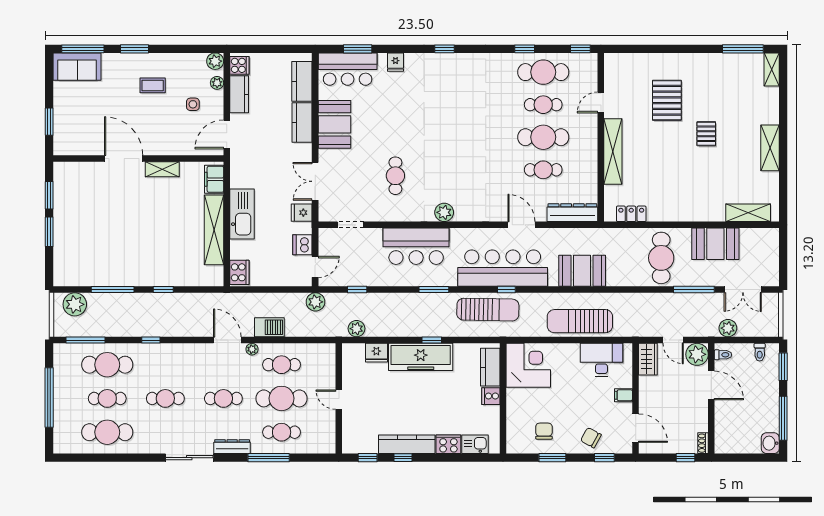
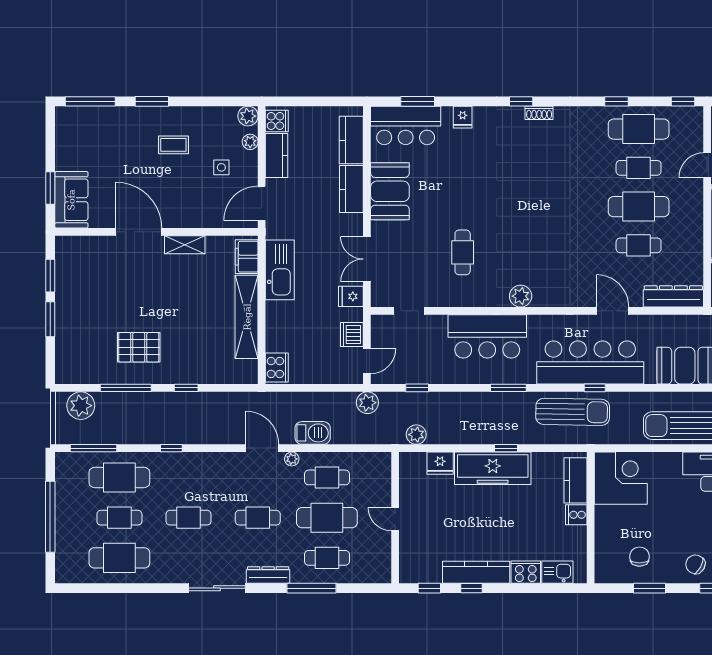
shoe rack: (460, 58) -> (539, 113), added
sofa: (77, 67) -> (71, 200), moved, turned -90
kitchen sink: (242, 214) -> (280, 270), moved
pallet: (124, 255) -> (139, 347), added

